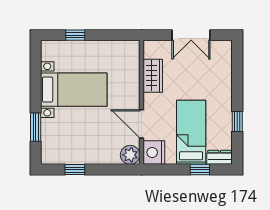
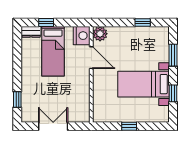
window: (75, 35) -> (129, 126), moved
wardrobe: (153, 76) -> (83, 95), removed
window: (36, 78) -> (173, 93), added
window: (237, 121) -> (17, 99), moved

